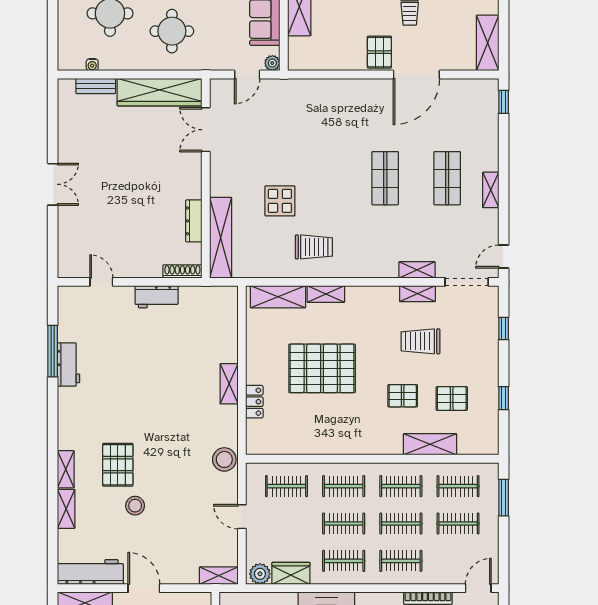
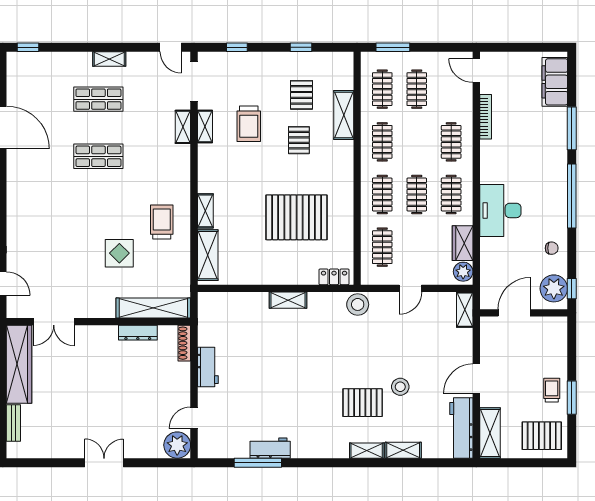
plant: (72, 264) -> (177, 445), added
pallet: (322, 368) -> (297, 217), moved, turned 90
locker: (254, 402) -> (334, 277), moved
clothes rail: (401, 523) -> (417, 142), removed

